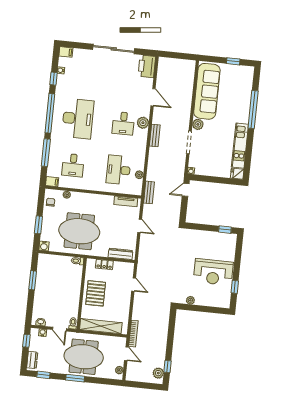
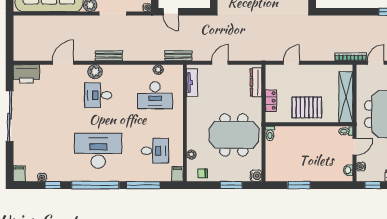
desk: (123, 123) -> (98, 95), turned 180
meeting table: (79, 231) -> (234, 135), turned 90

